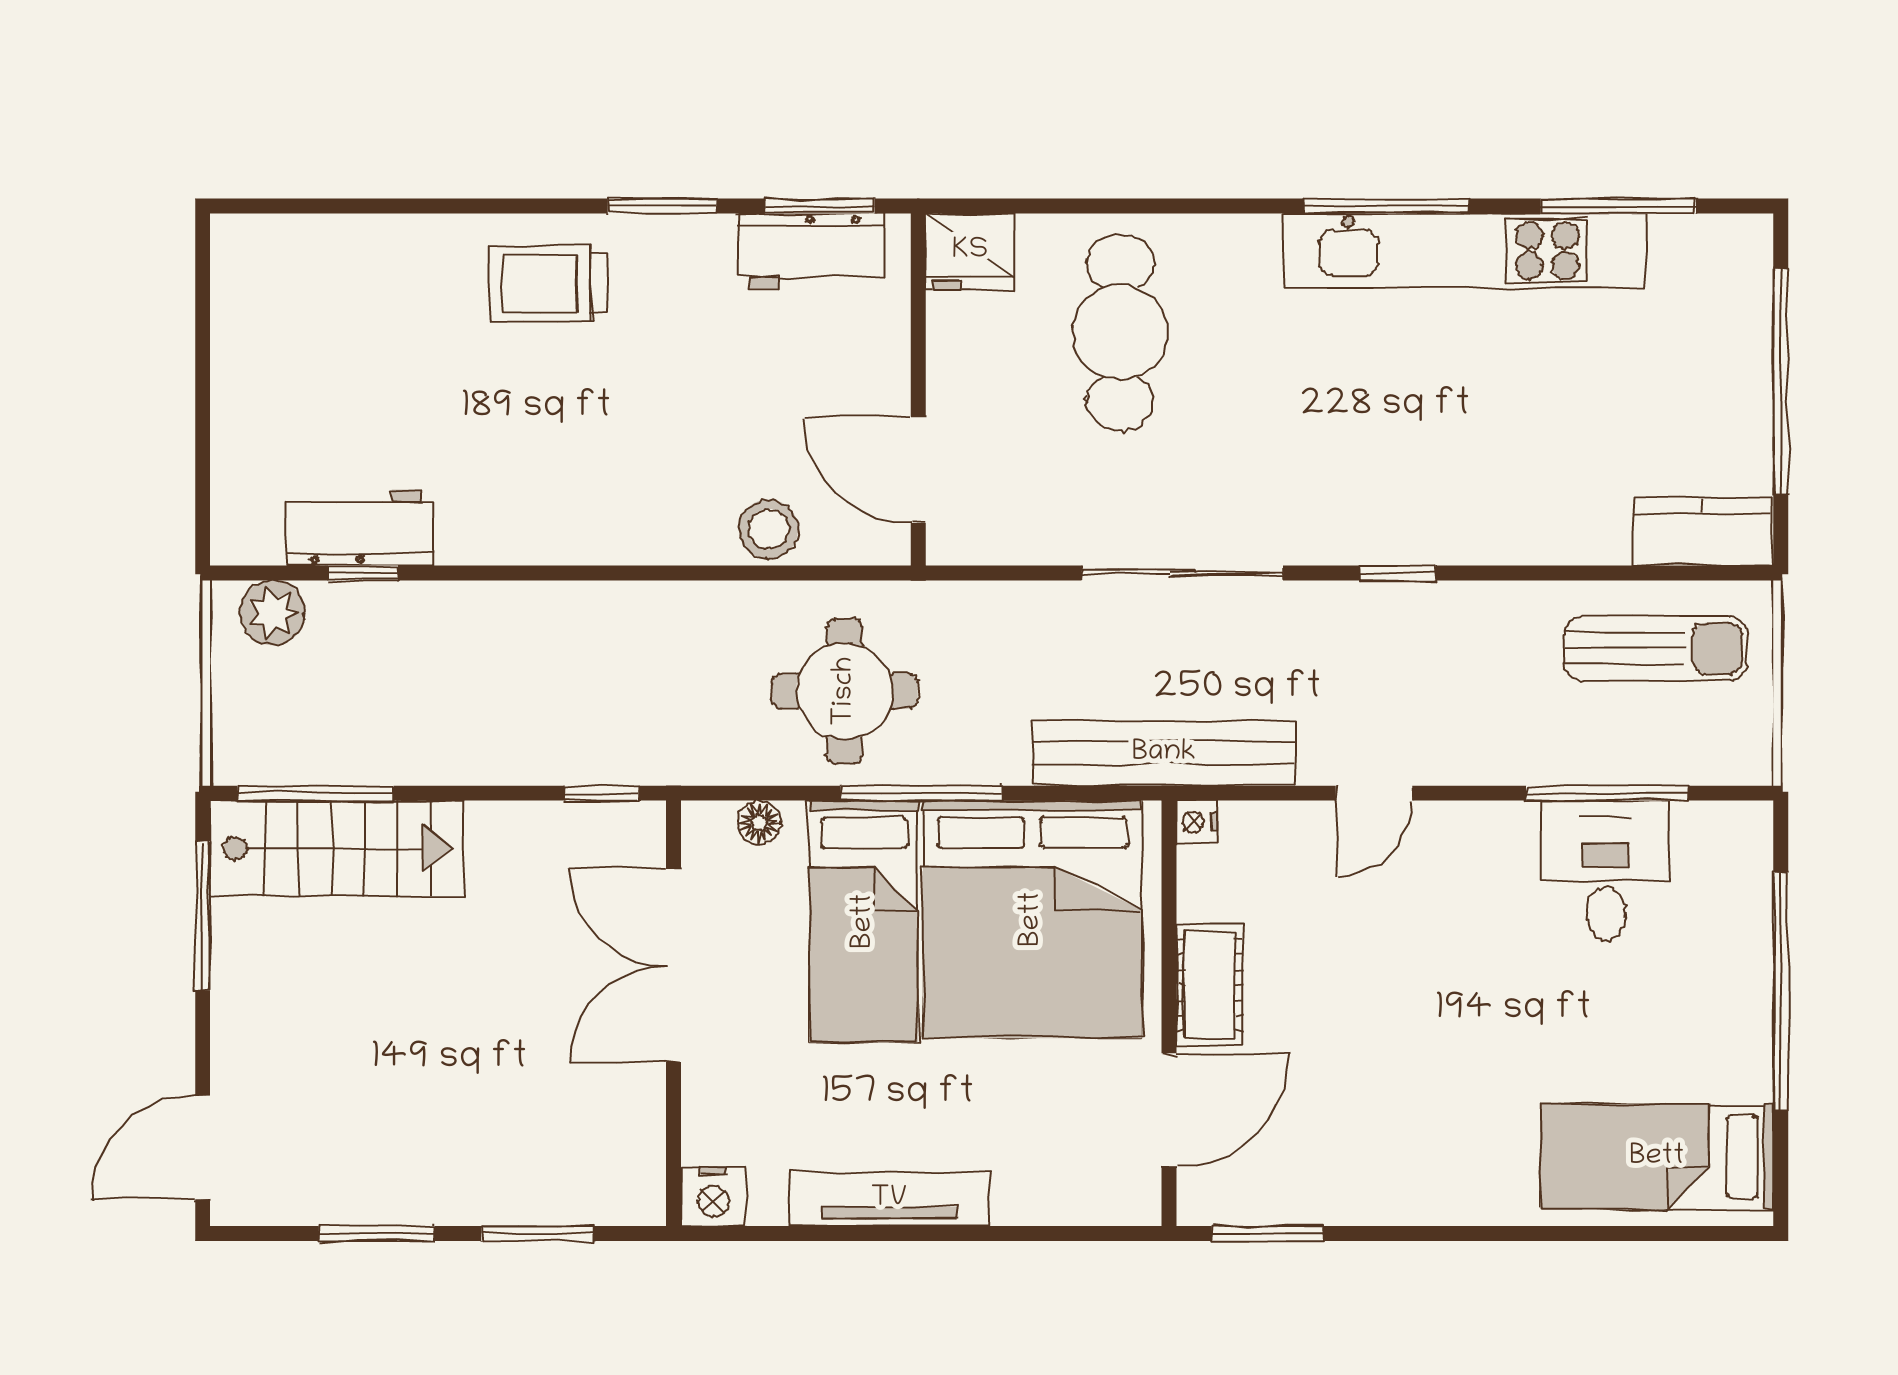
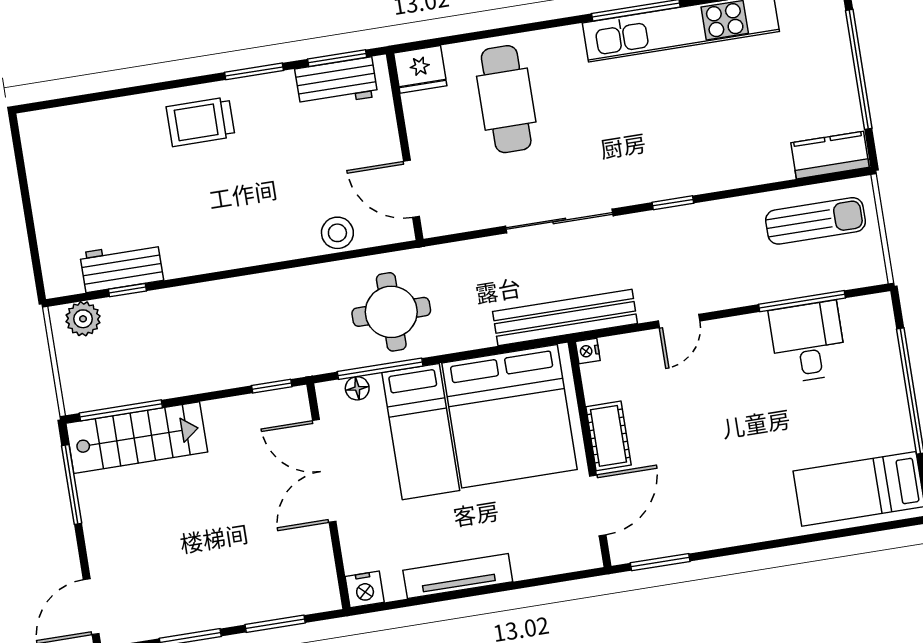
window: (921, 793) -> (380, 369), moved

